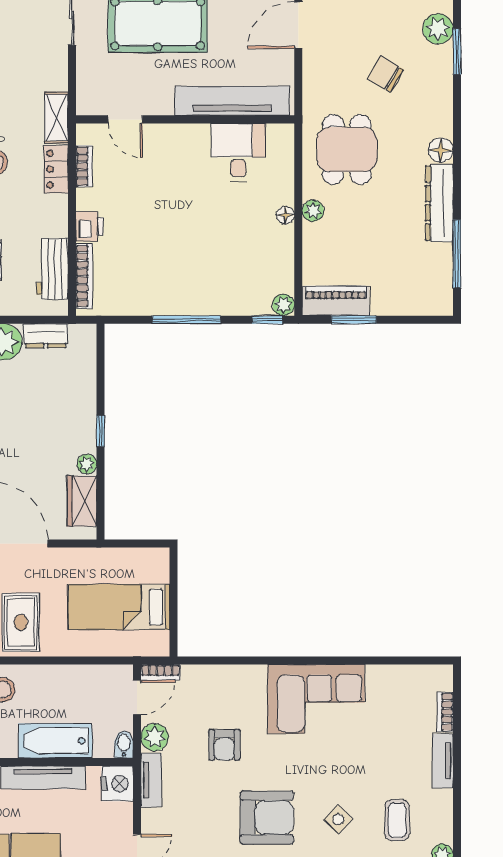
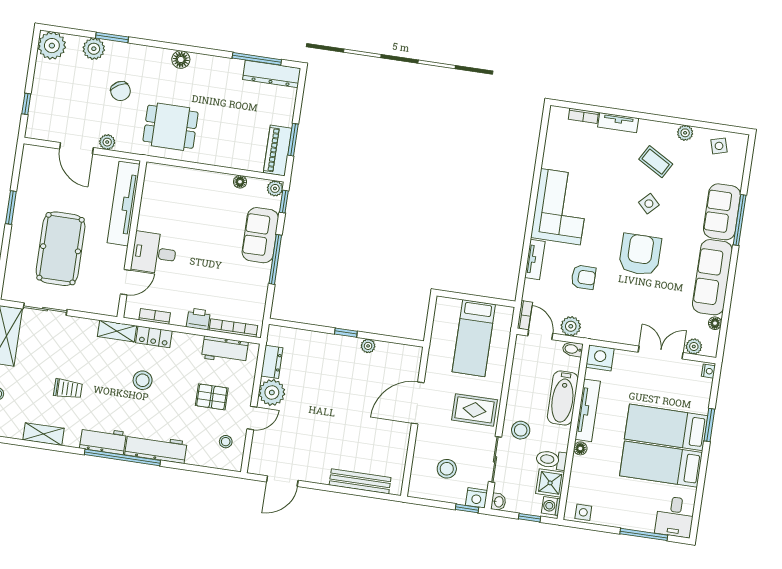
chair: (385, 74) -> (121, 91), turned -61
desk: (238, 152) -> (154, 253), moved
dresser: (439, 203) -> (272, 74), moved
plant: (313, 211) -> (107, 142), moved
floor lamp: (286, 215) -> (240, 182), moved
sofa: (217, 294) -> (260, 235), added
wardrobe: (82, 501) -> (394, 353), removed
tv unit: (151, 780) -> (535, 260), moved, turned 90
coffee table: (397, 820) -> (656, 162), turned 30

